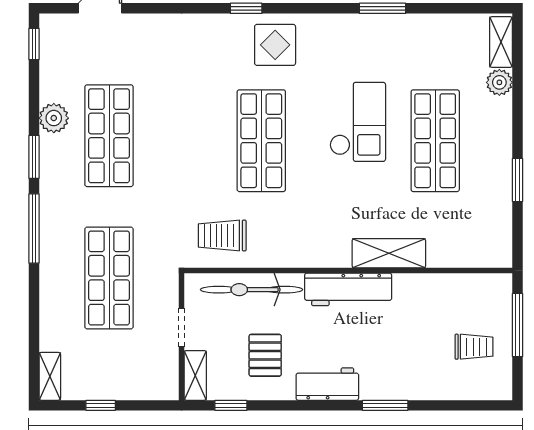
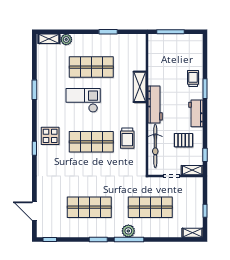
plant: (54, 118) -> (128, 231), moved
trolley: (222, 235) -> (127, 138), moved
trolley: (474, 347) -> (193, 79), moved

